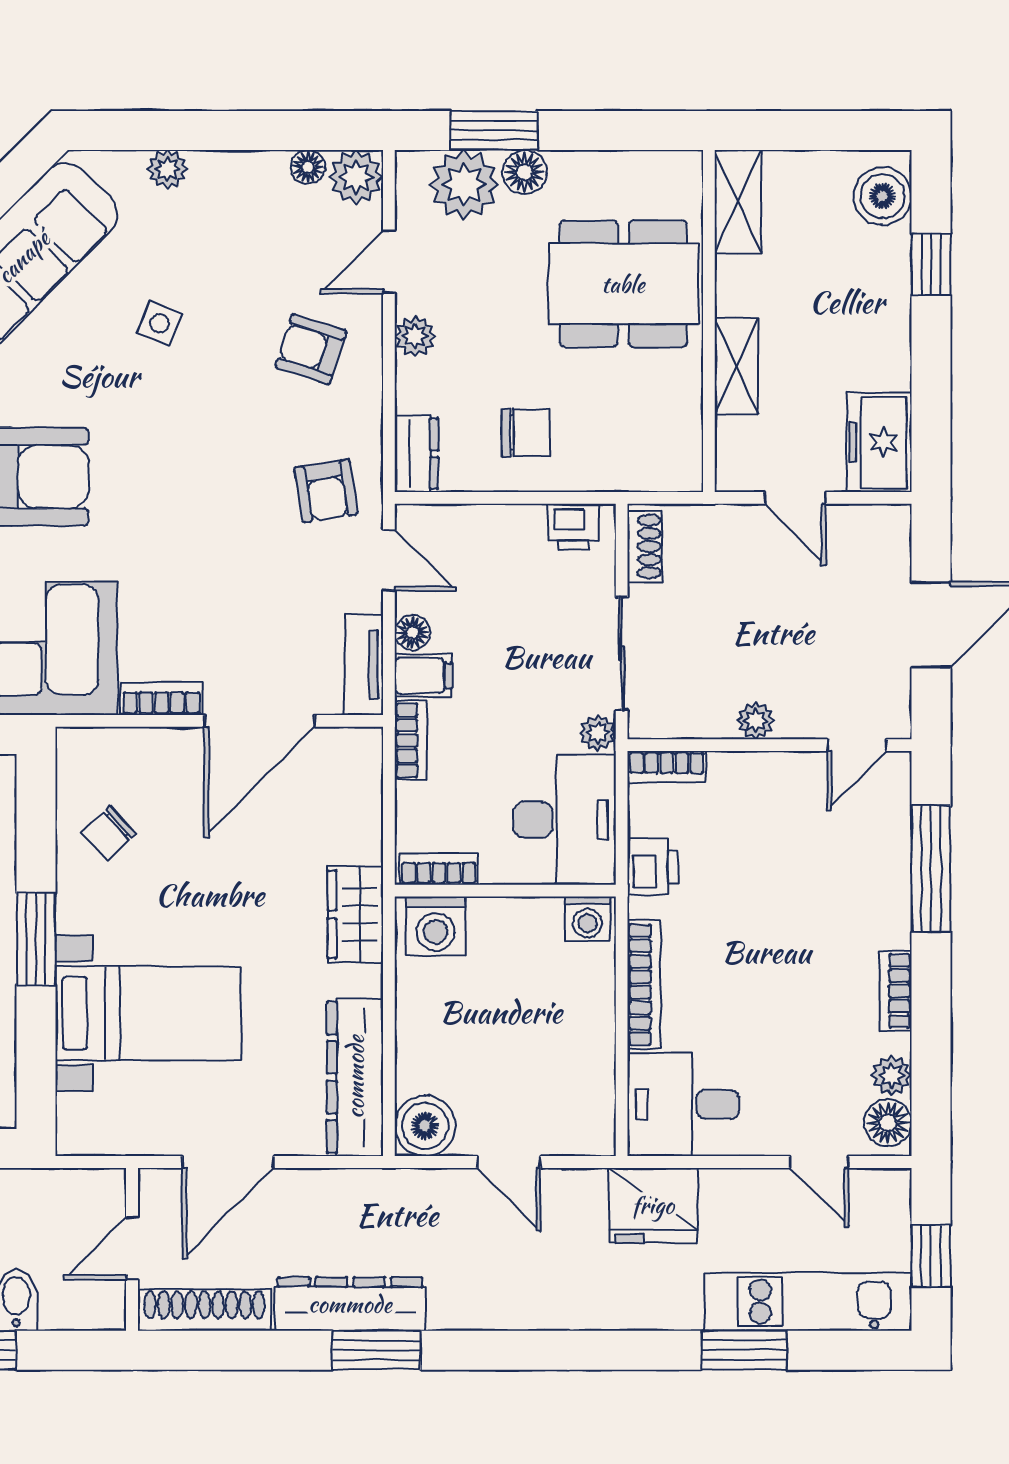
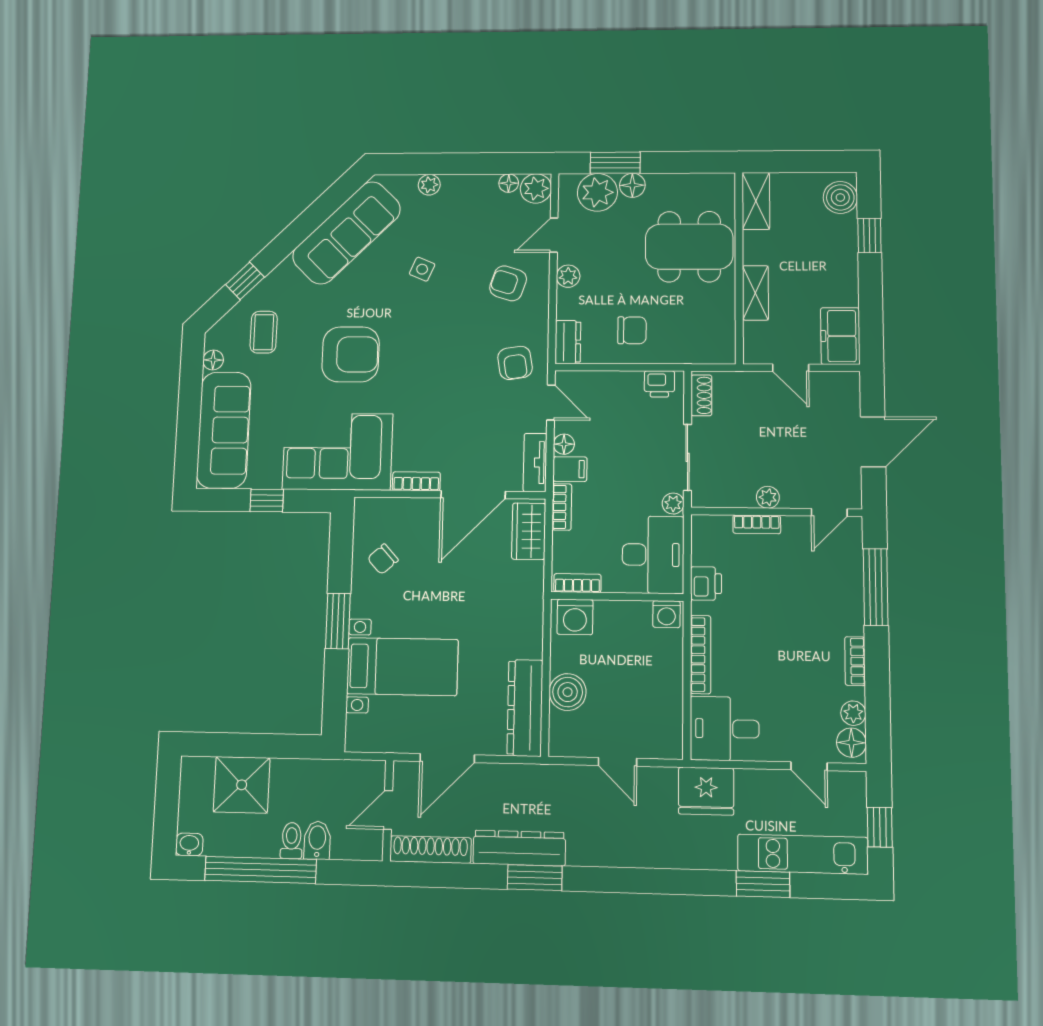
bookcase: (667, 767) -> (757, 524), moved
wardrobe: (355, 914) -> (529, 531), moved
boiler: (425, 1126) -> (568, 692), moved

